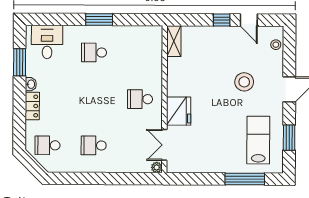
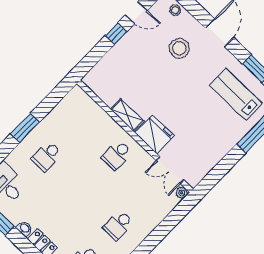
shelving: (174, 41) -> (127, 115), moved
stool: (244, 82) -> (179, 48), moved

